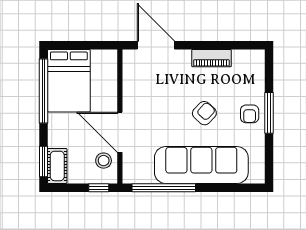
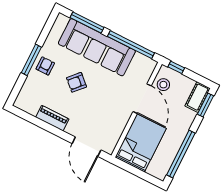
bed: (69, 81) -> (141, 143), moved
window: (227, 188) -> (87, 22), added

